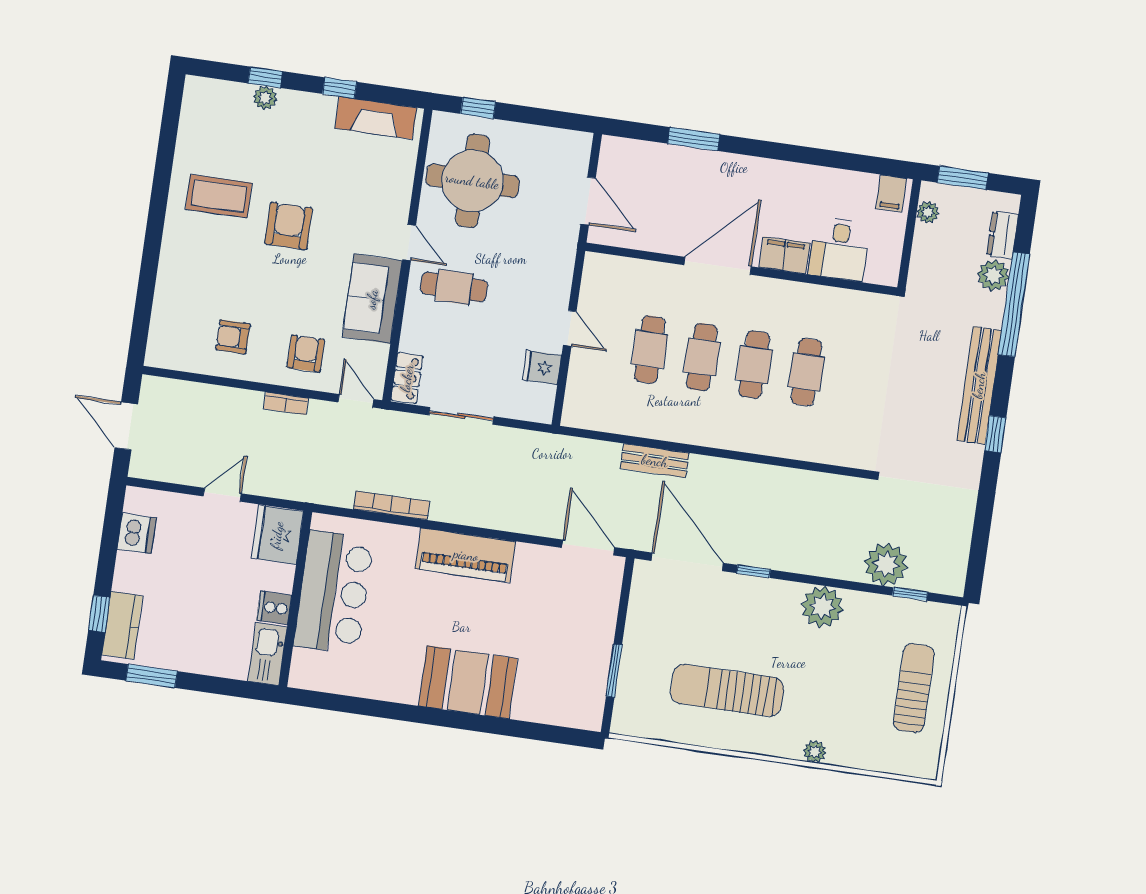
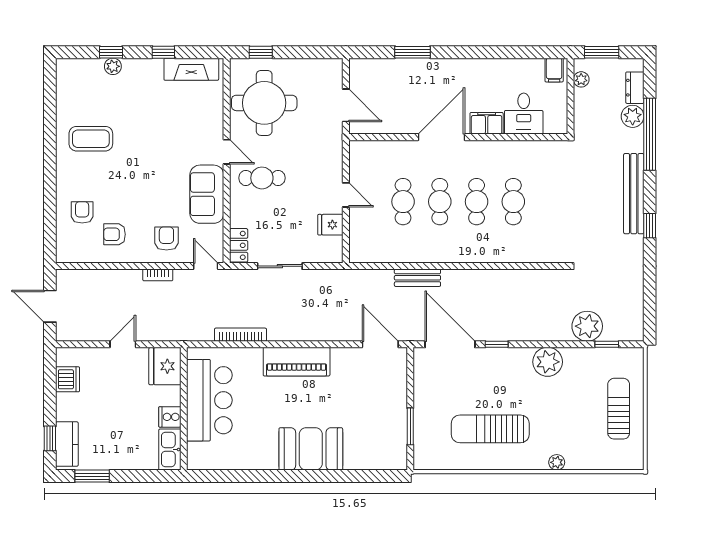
armchair: (289, 226) -> (82, 212), moved, width x0.72, depth x0.72

